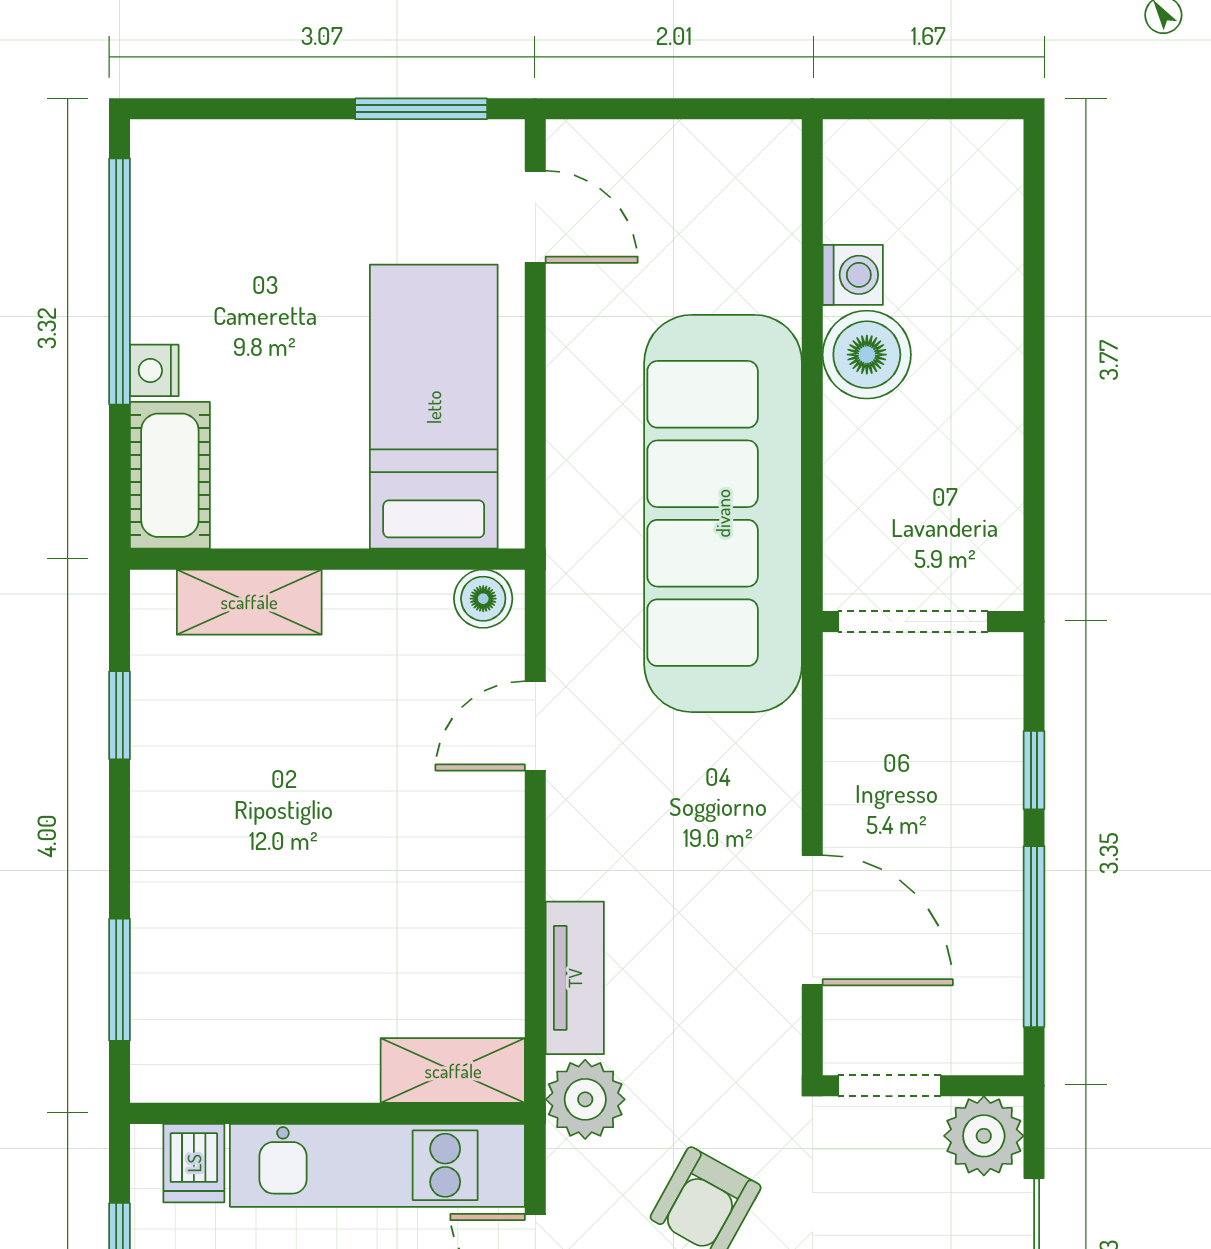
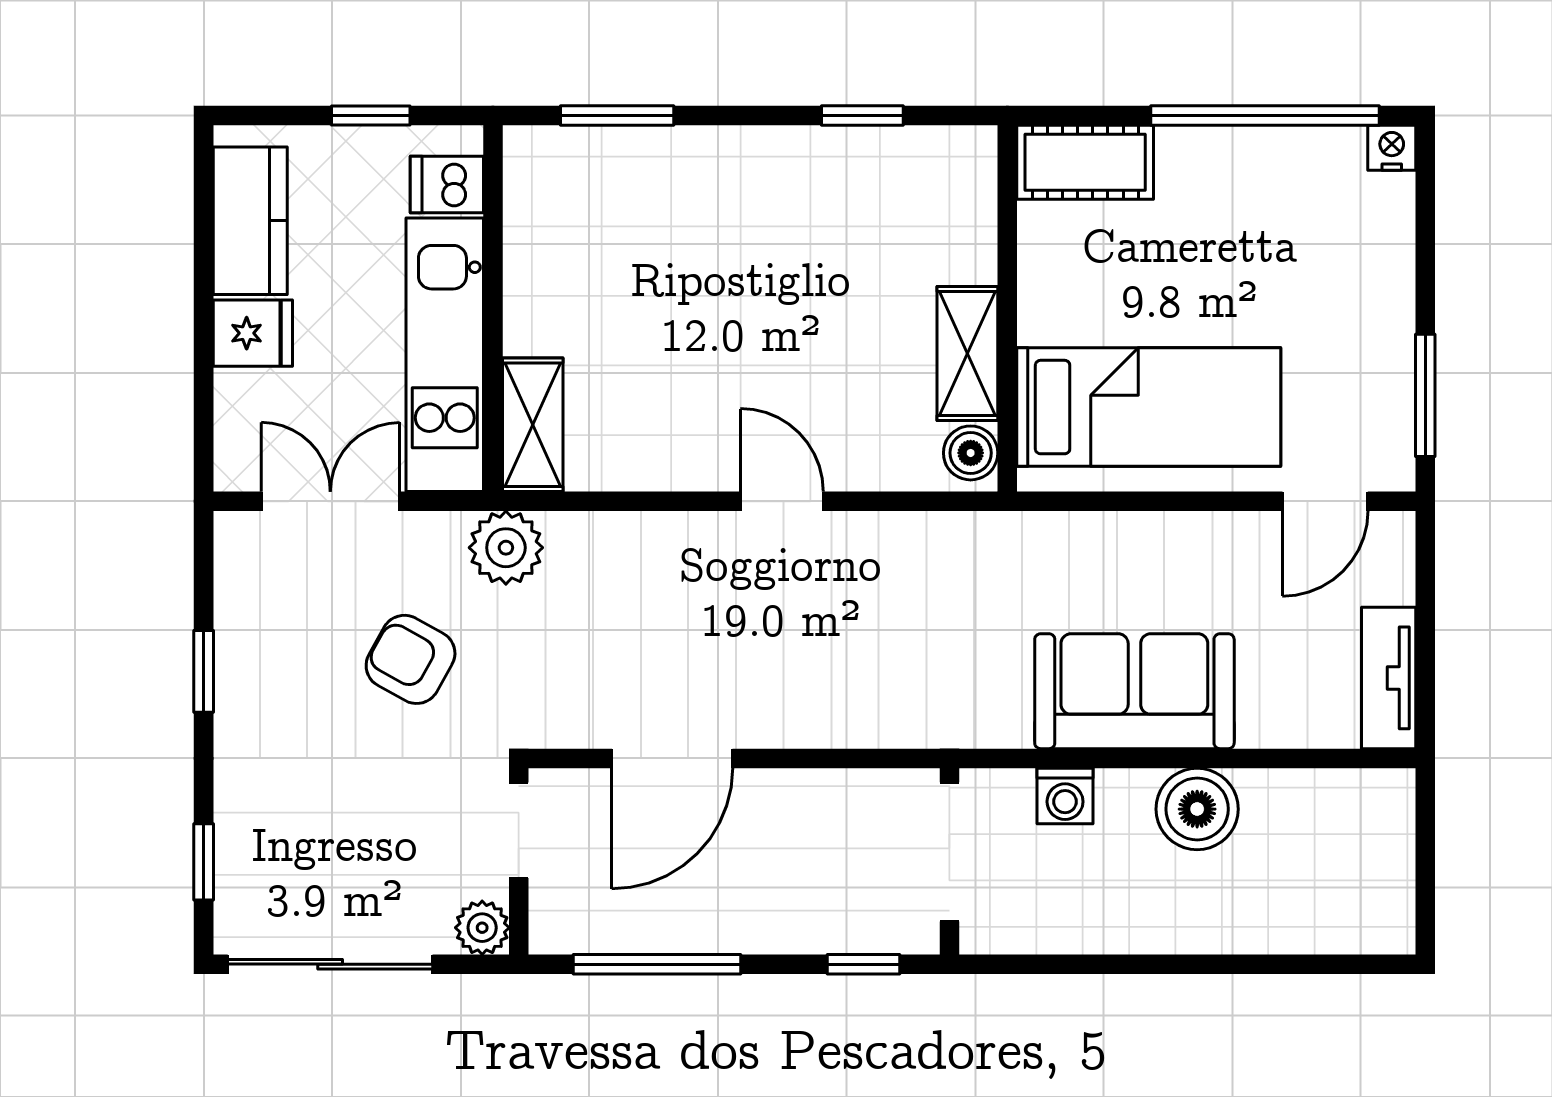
washing machine: (853, 275) -> (1065, 796), moved
nightstand: (154, 370) -> (1392, 148), moved
sofa: (723, 513) -> (1134, 691), width x0.54, depth x0.79
shelving: (249, 602) -> (967, 354), moved
door: (535, 726) -> (782, 501), moved
window: (1034, 770) -> (864, 964), moved
tv unit: (575, 978) -> (1389, 678), moved, turned 90
plant: (984, 1136) -> (482, 928), width x0.73, depth x0.73

